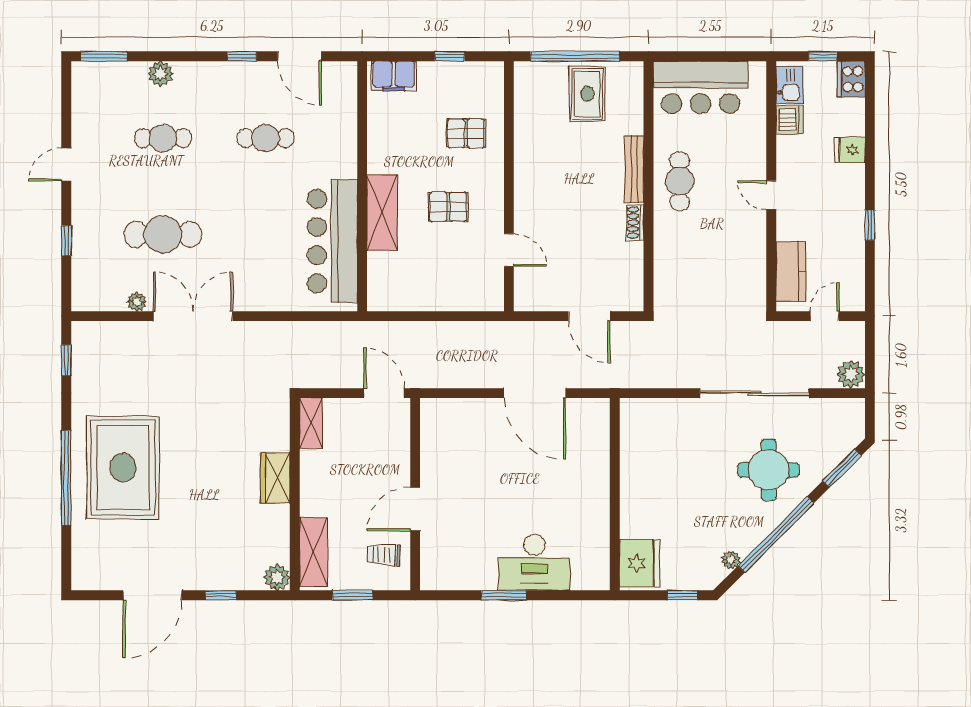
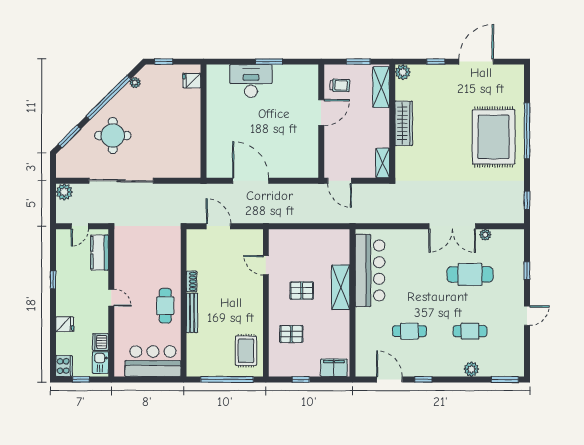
rug: (587, 94) -> (246, 351), moved
wardrobe: (275, 478) -> (404, 123), width x1.50
fridge: (640, 563) -> (192, 80), width x0.53, depth x0.75

